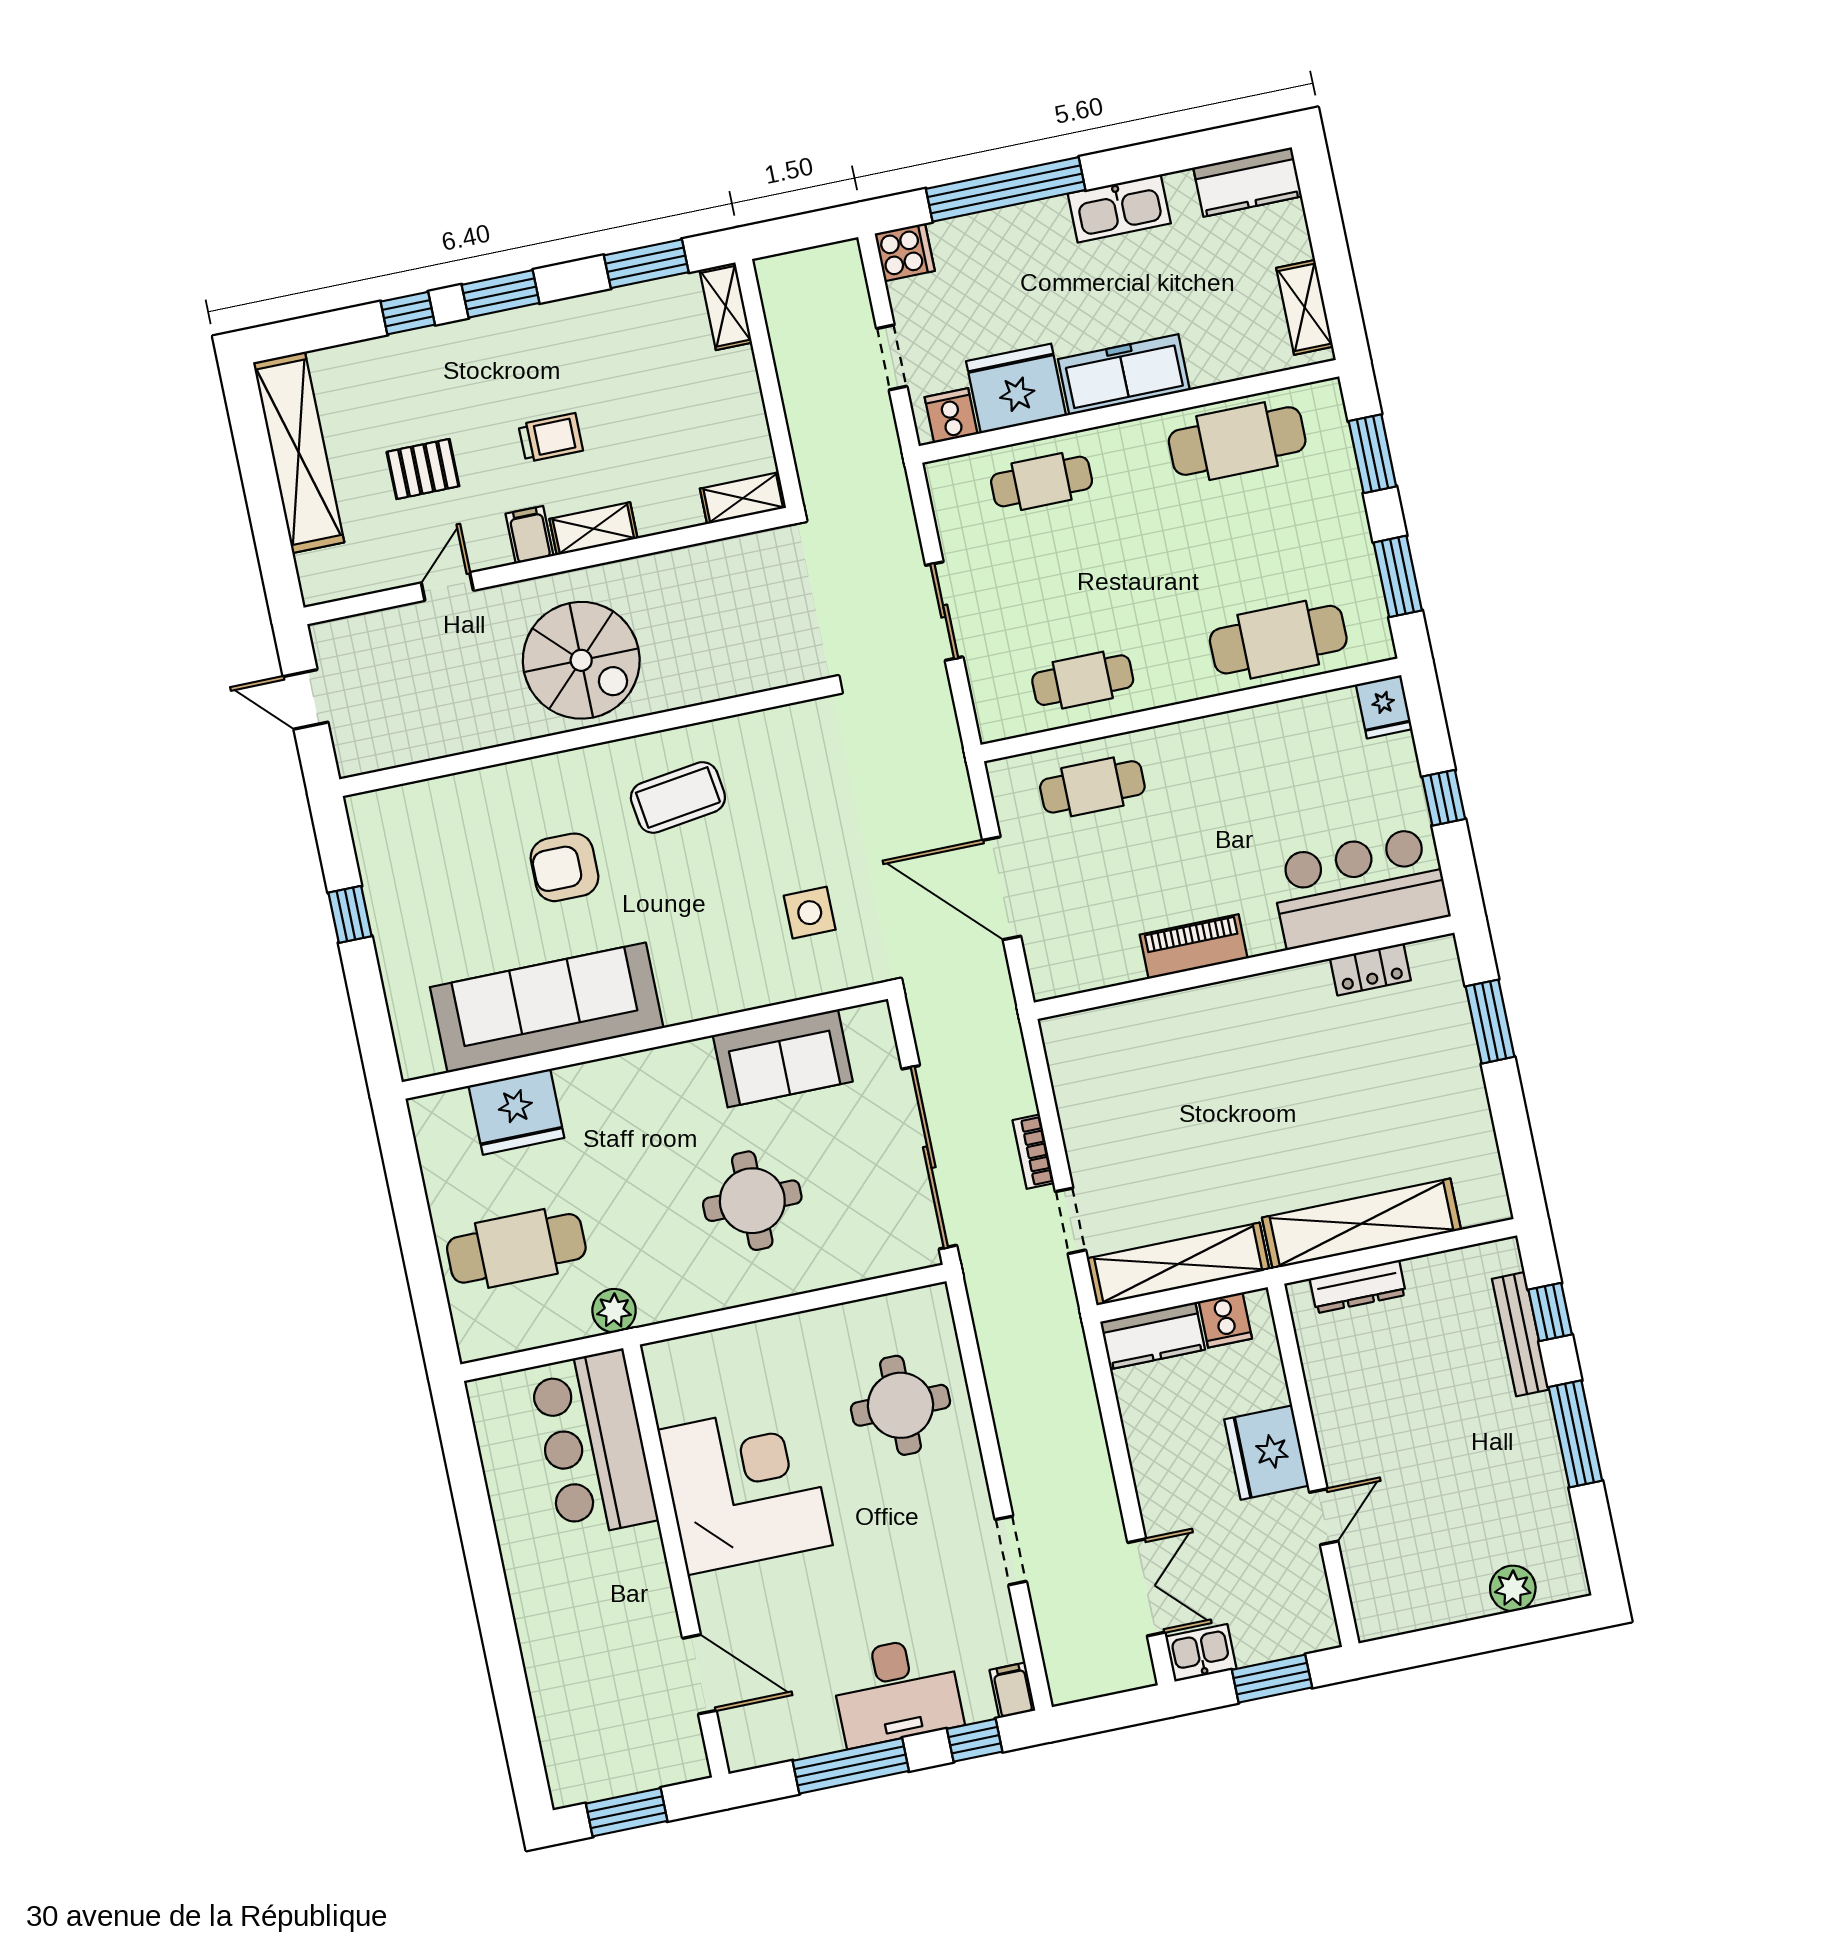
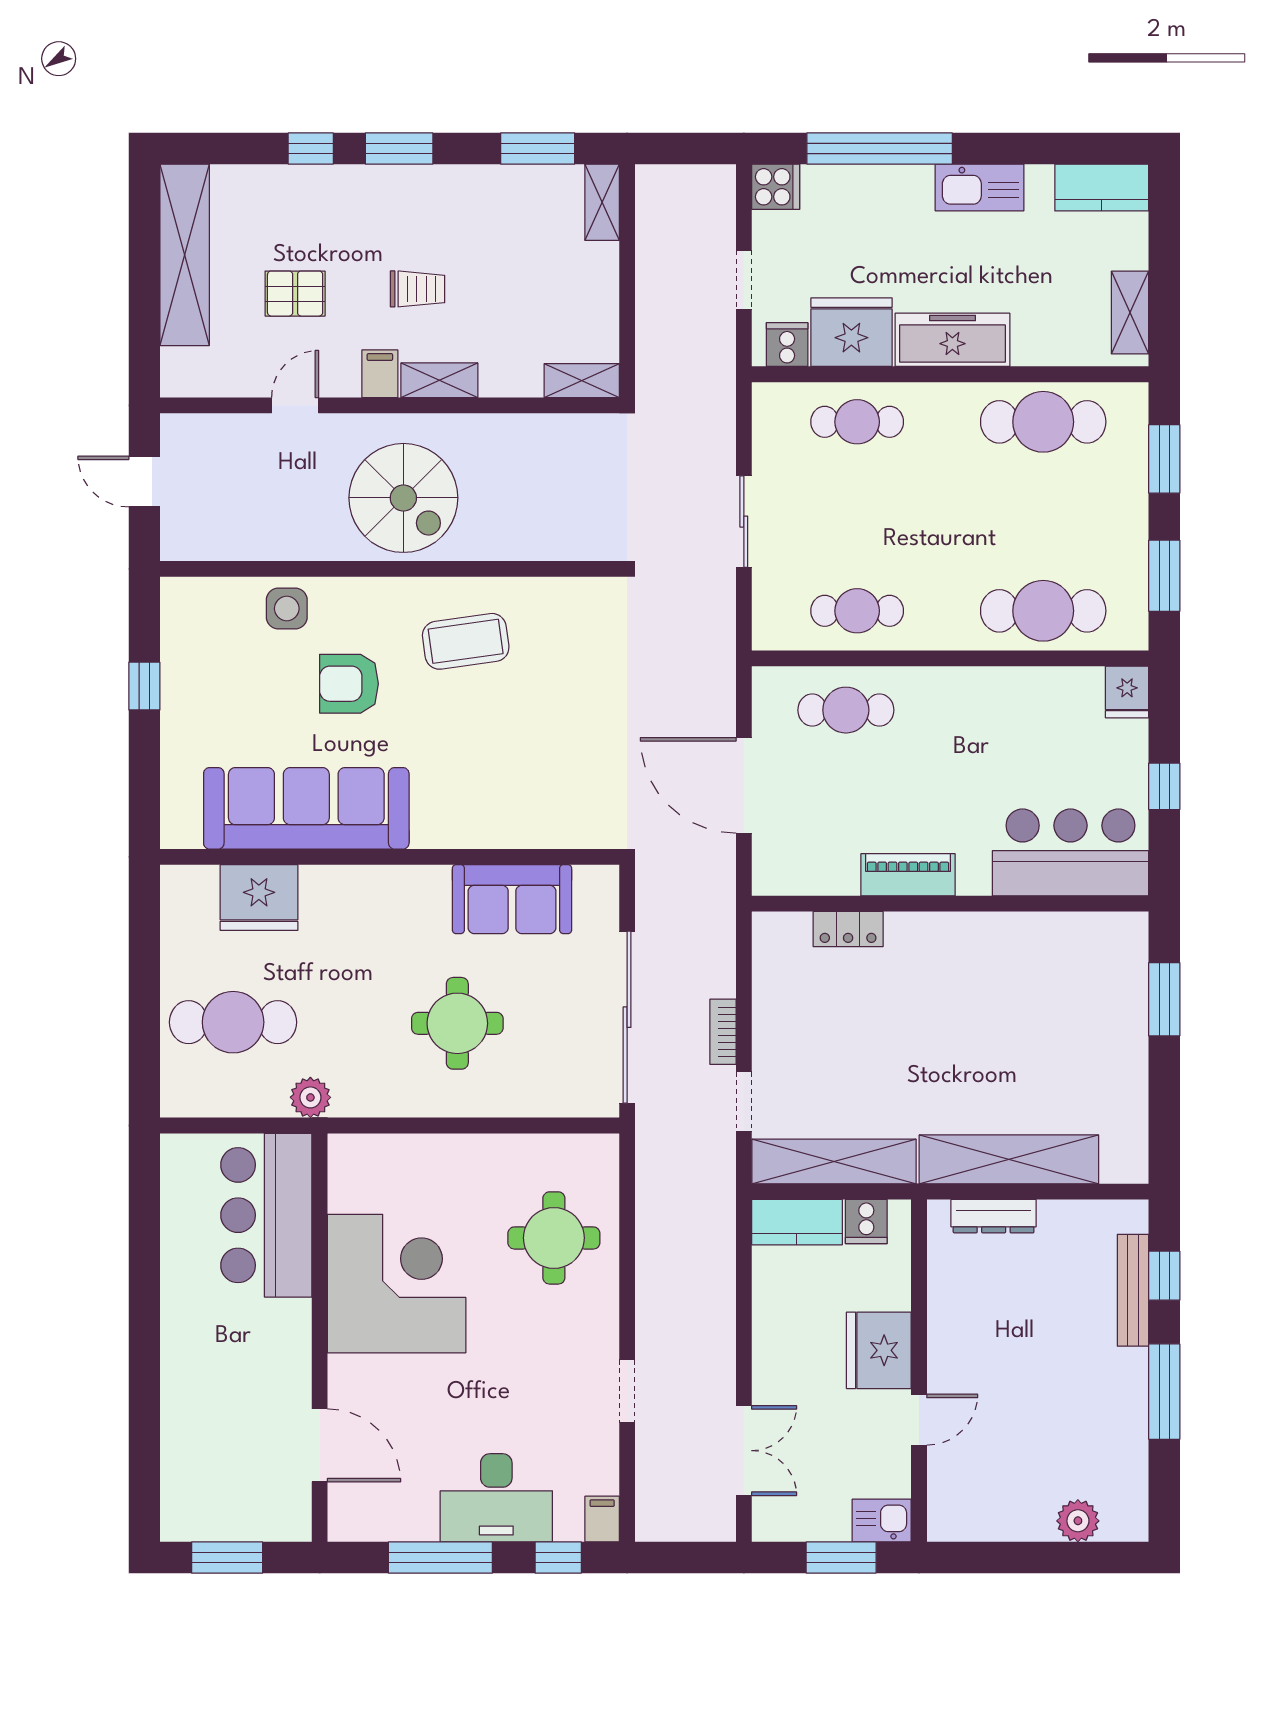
side table: (810, 913) -> (287, 609), moved
locker: (1370, 969) -> (848, 929), moved
kitchen sink: (1201, 1653) -> (882, 1521), moved

